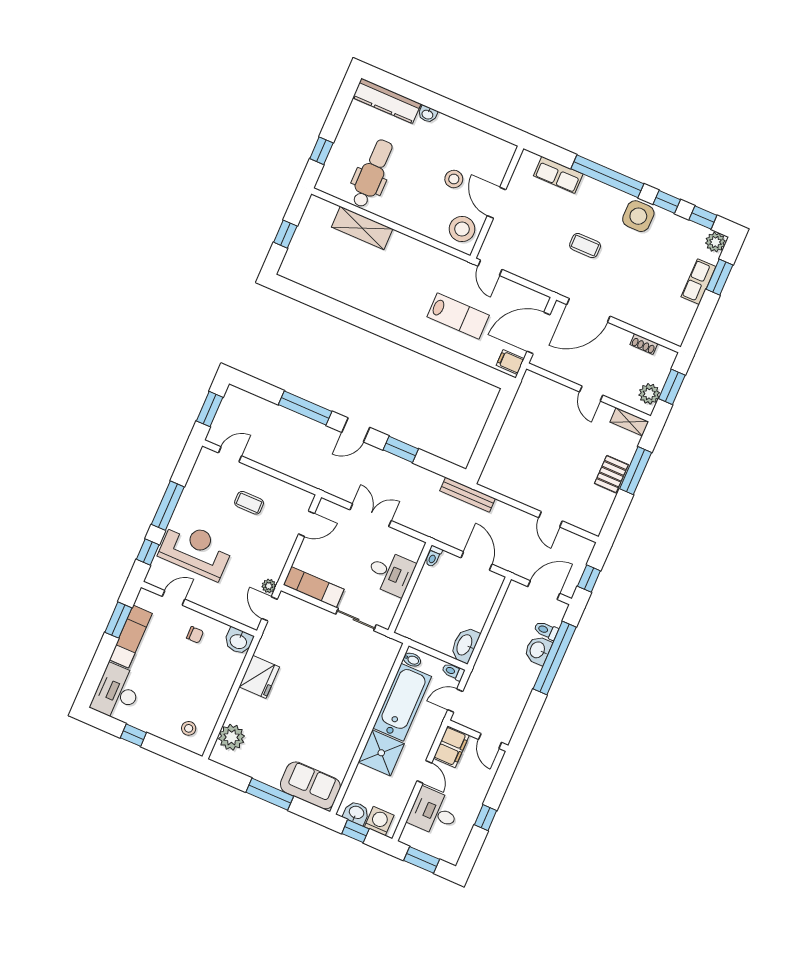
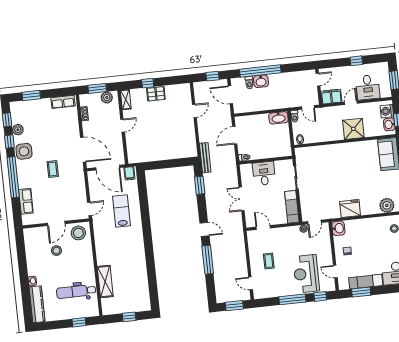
plant: (715, 242) -> (18, 130), moved
row of seats: (698, 282) -> (63, 102), moved
window: (401, 449) -> (200, 185), moved
window: (636, 471) -> (148, 83), width x0.46
bathtub: (402, 702) -> (323, 133), removed

